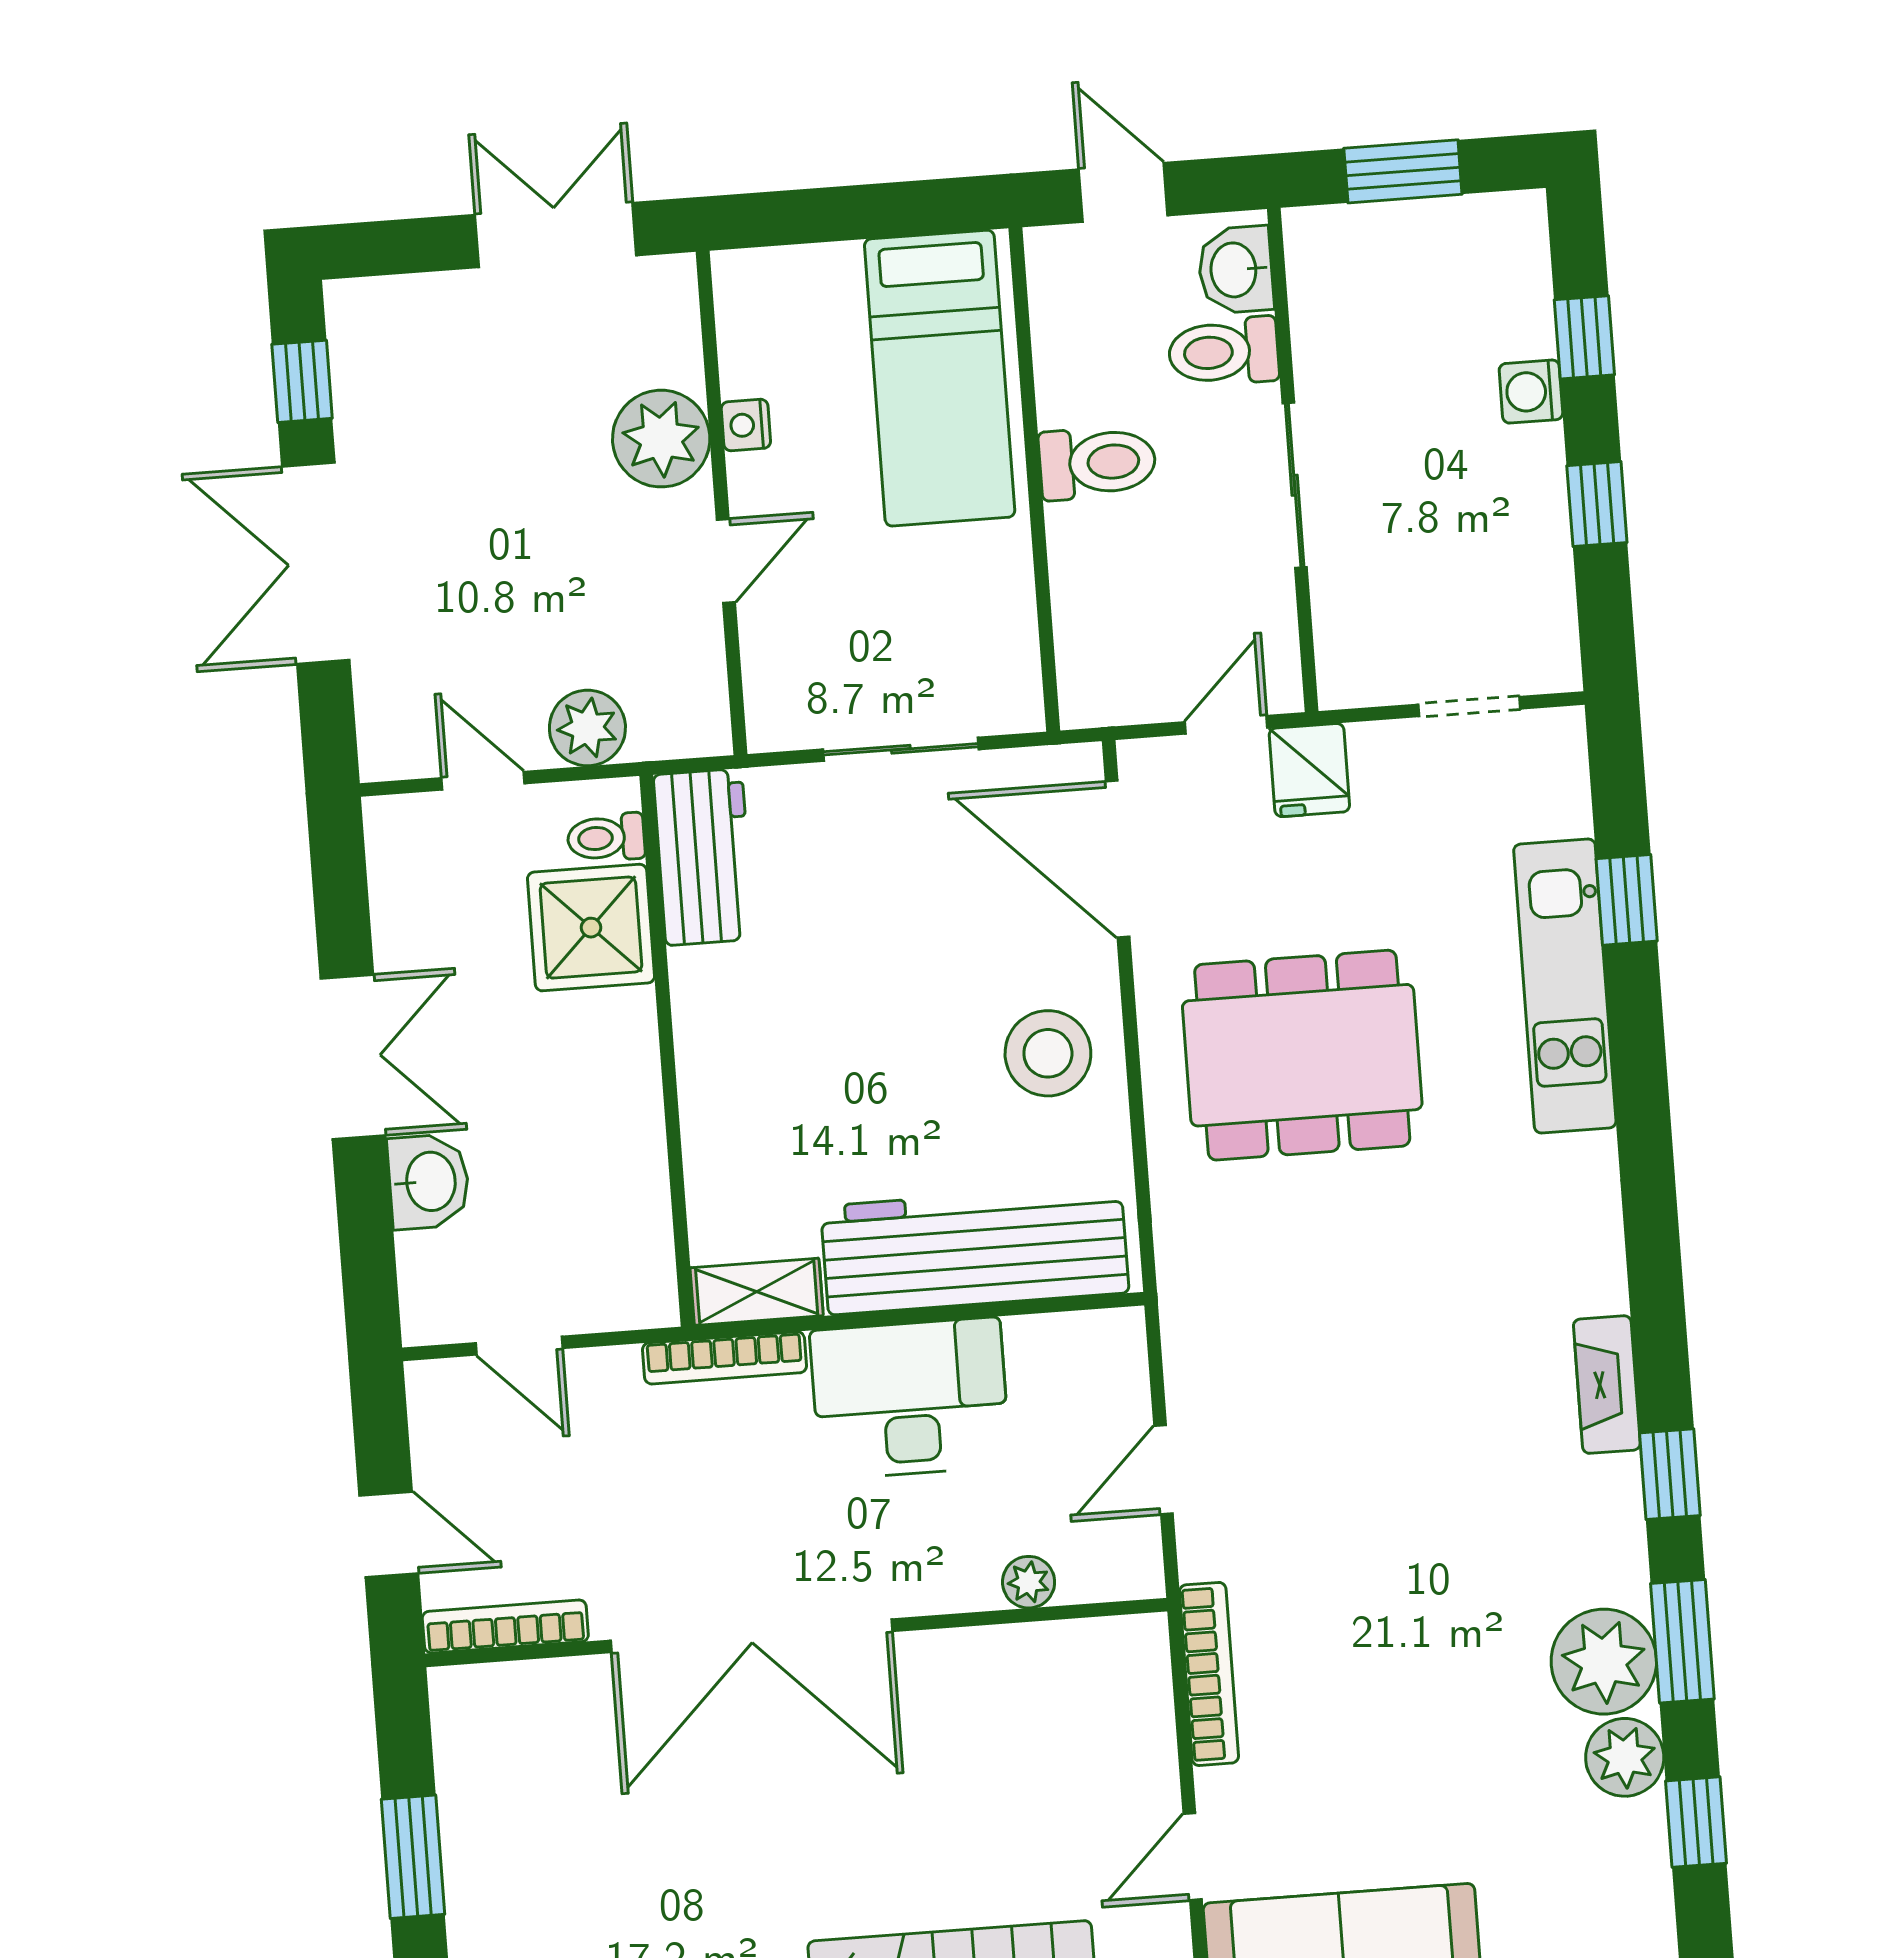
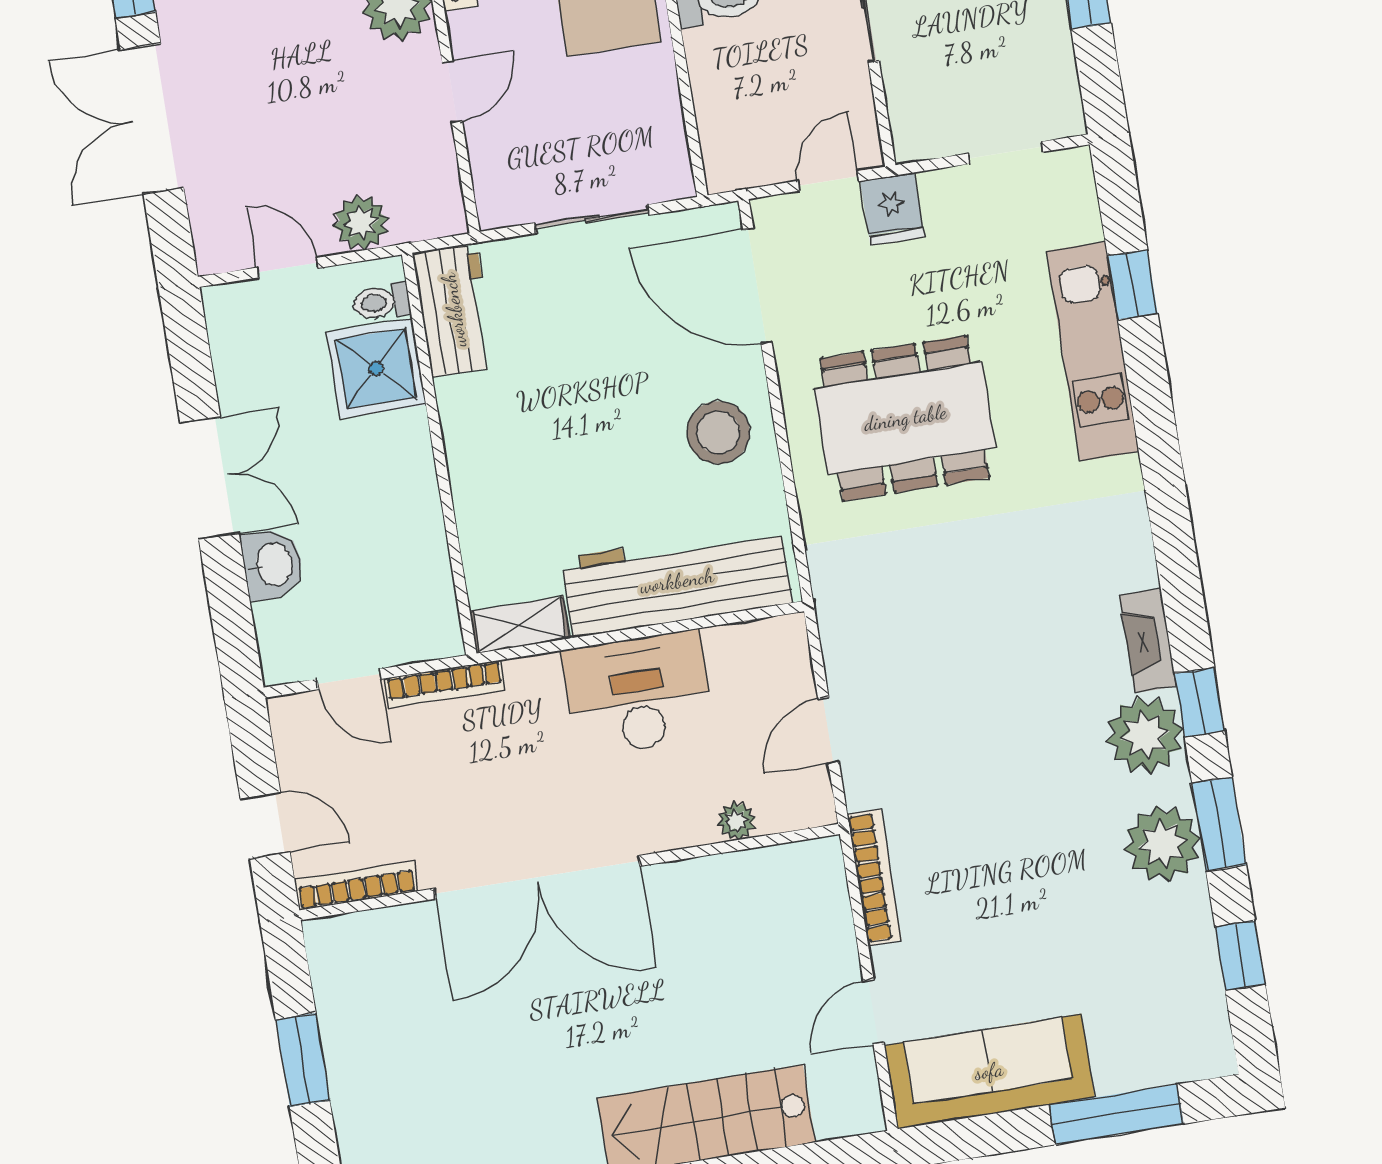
bookcase: (724, 1358) -> (445, 684), moved
plant: (1625, 1757) -> (1145, 735), moved, width x1.36, depth x1.36

